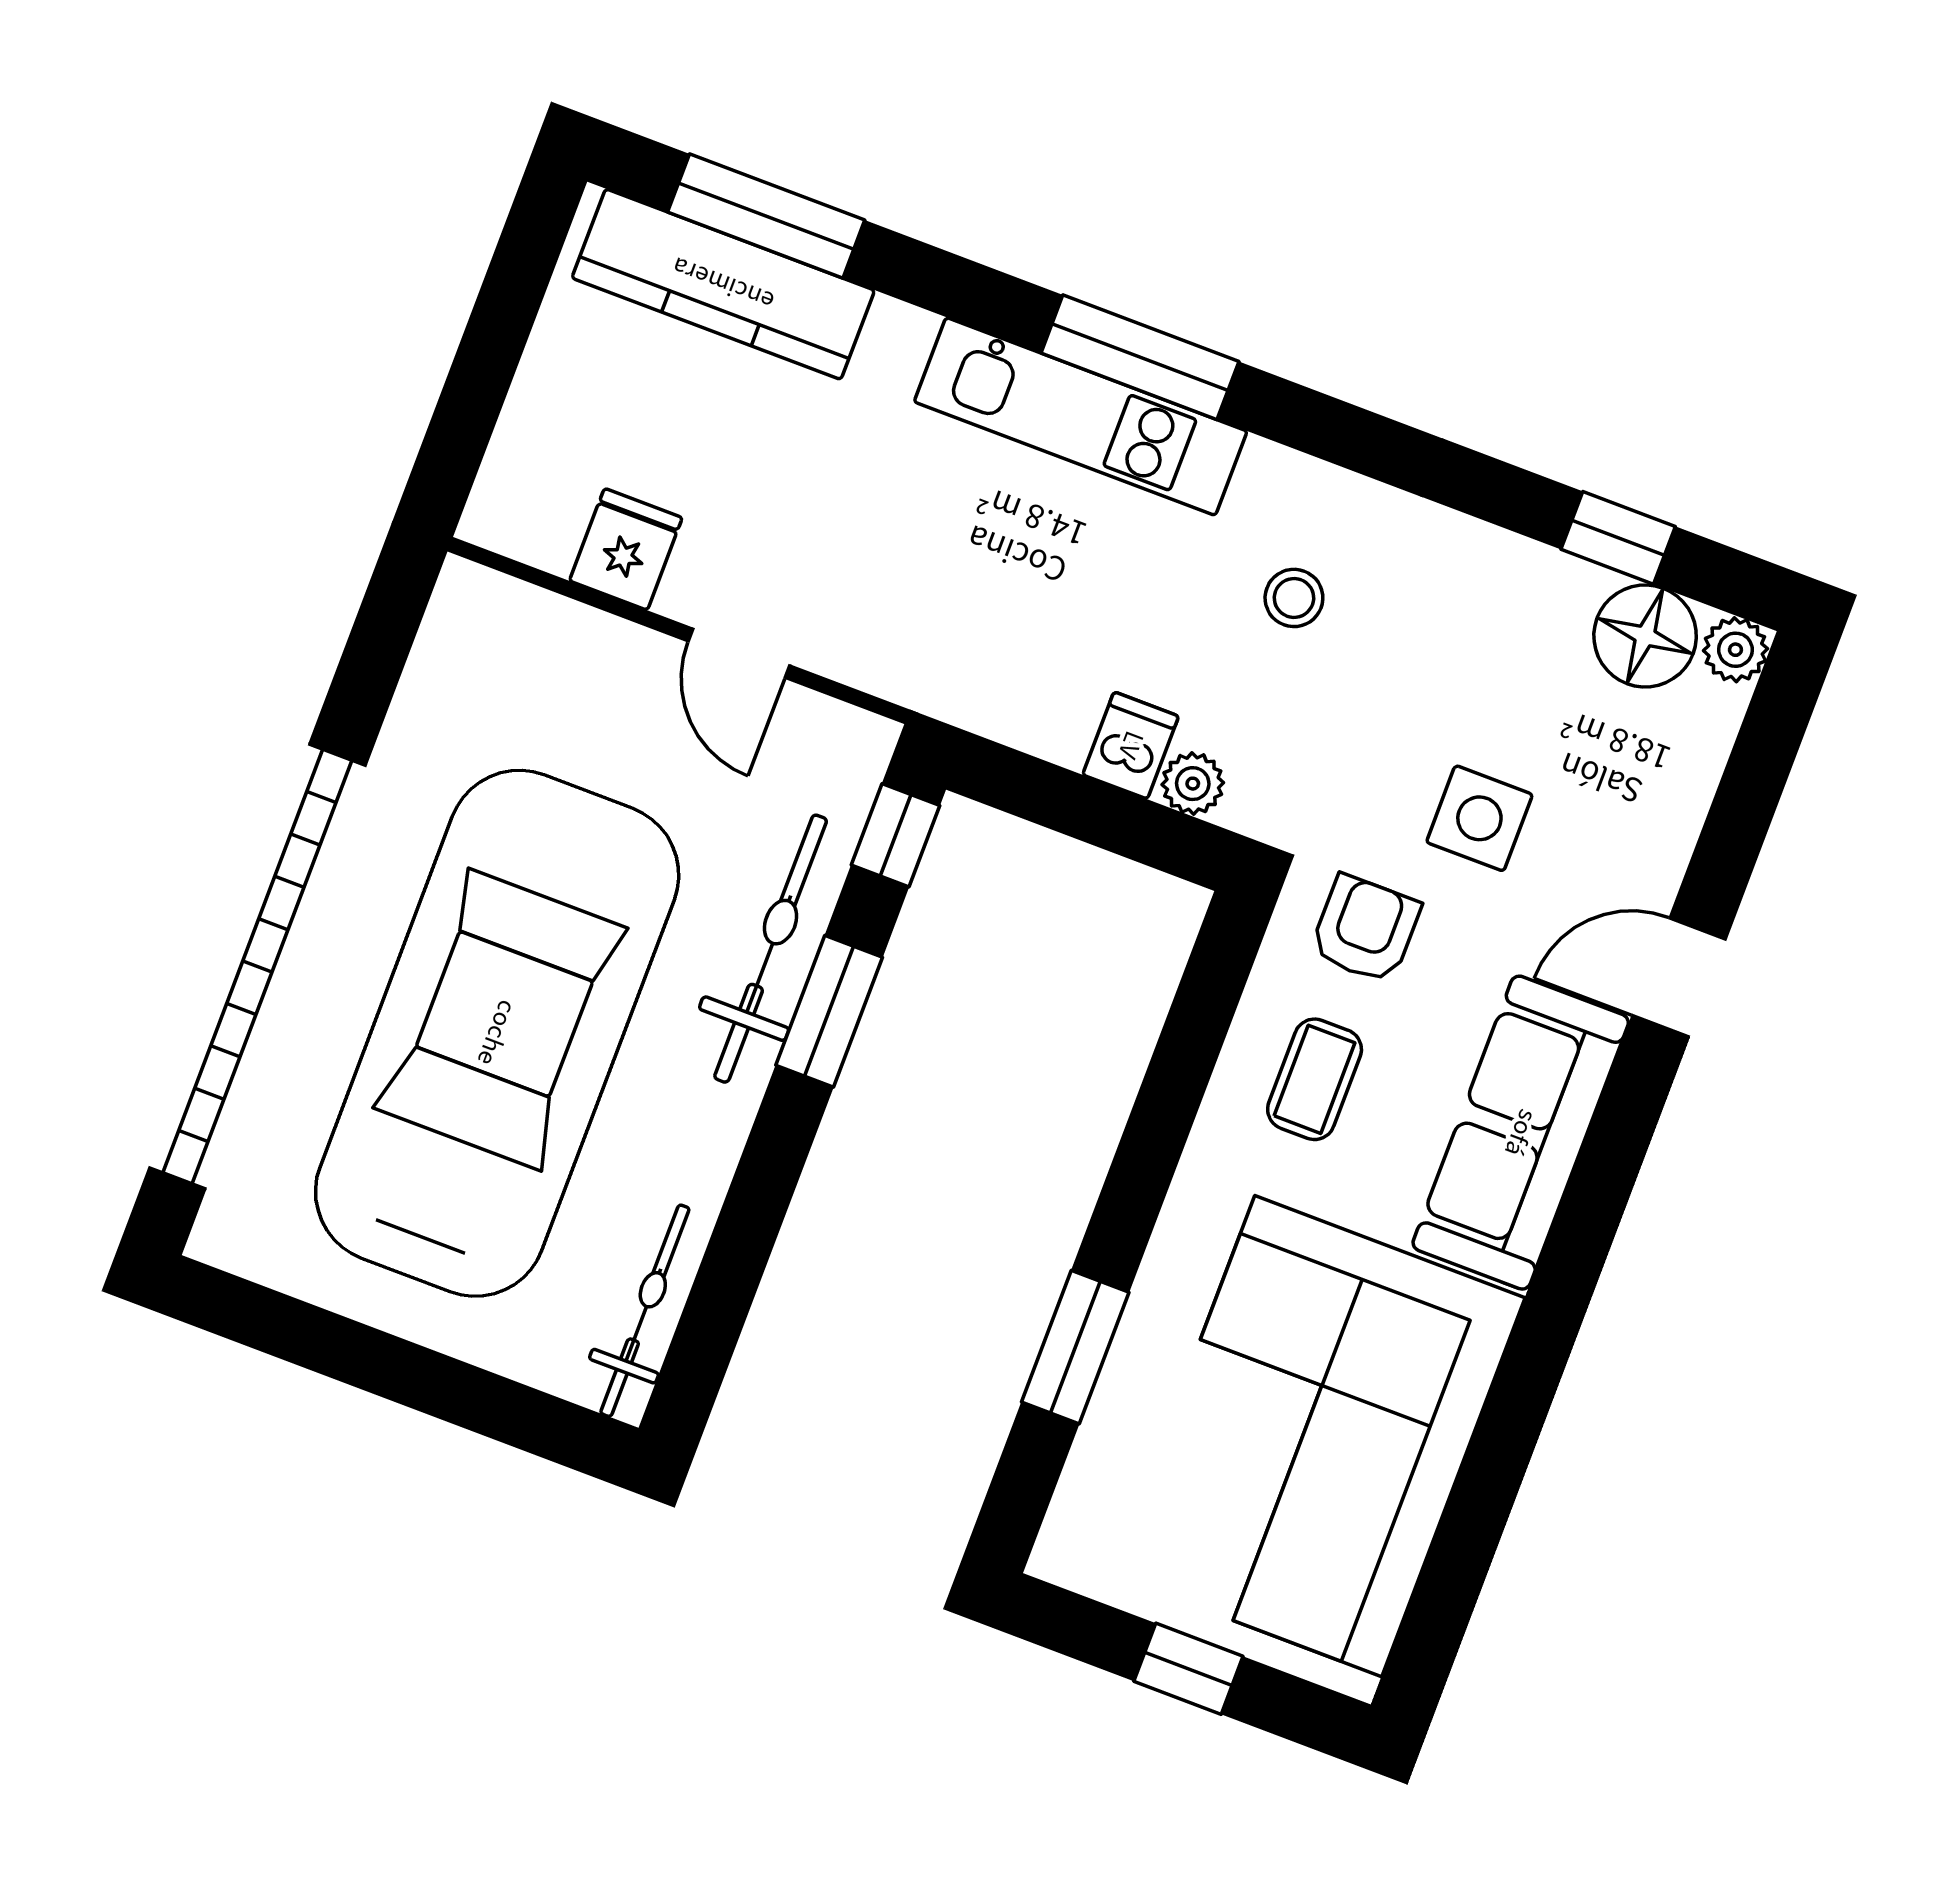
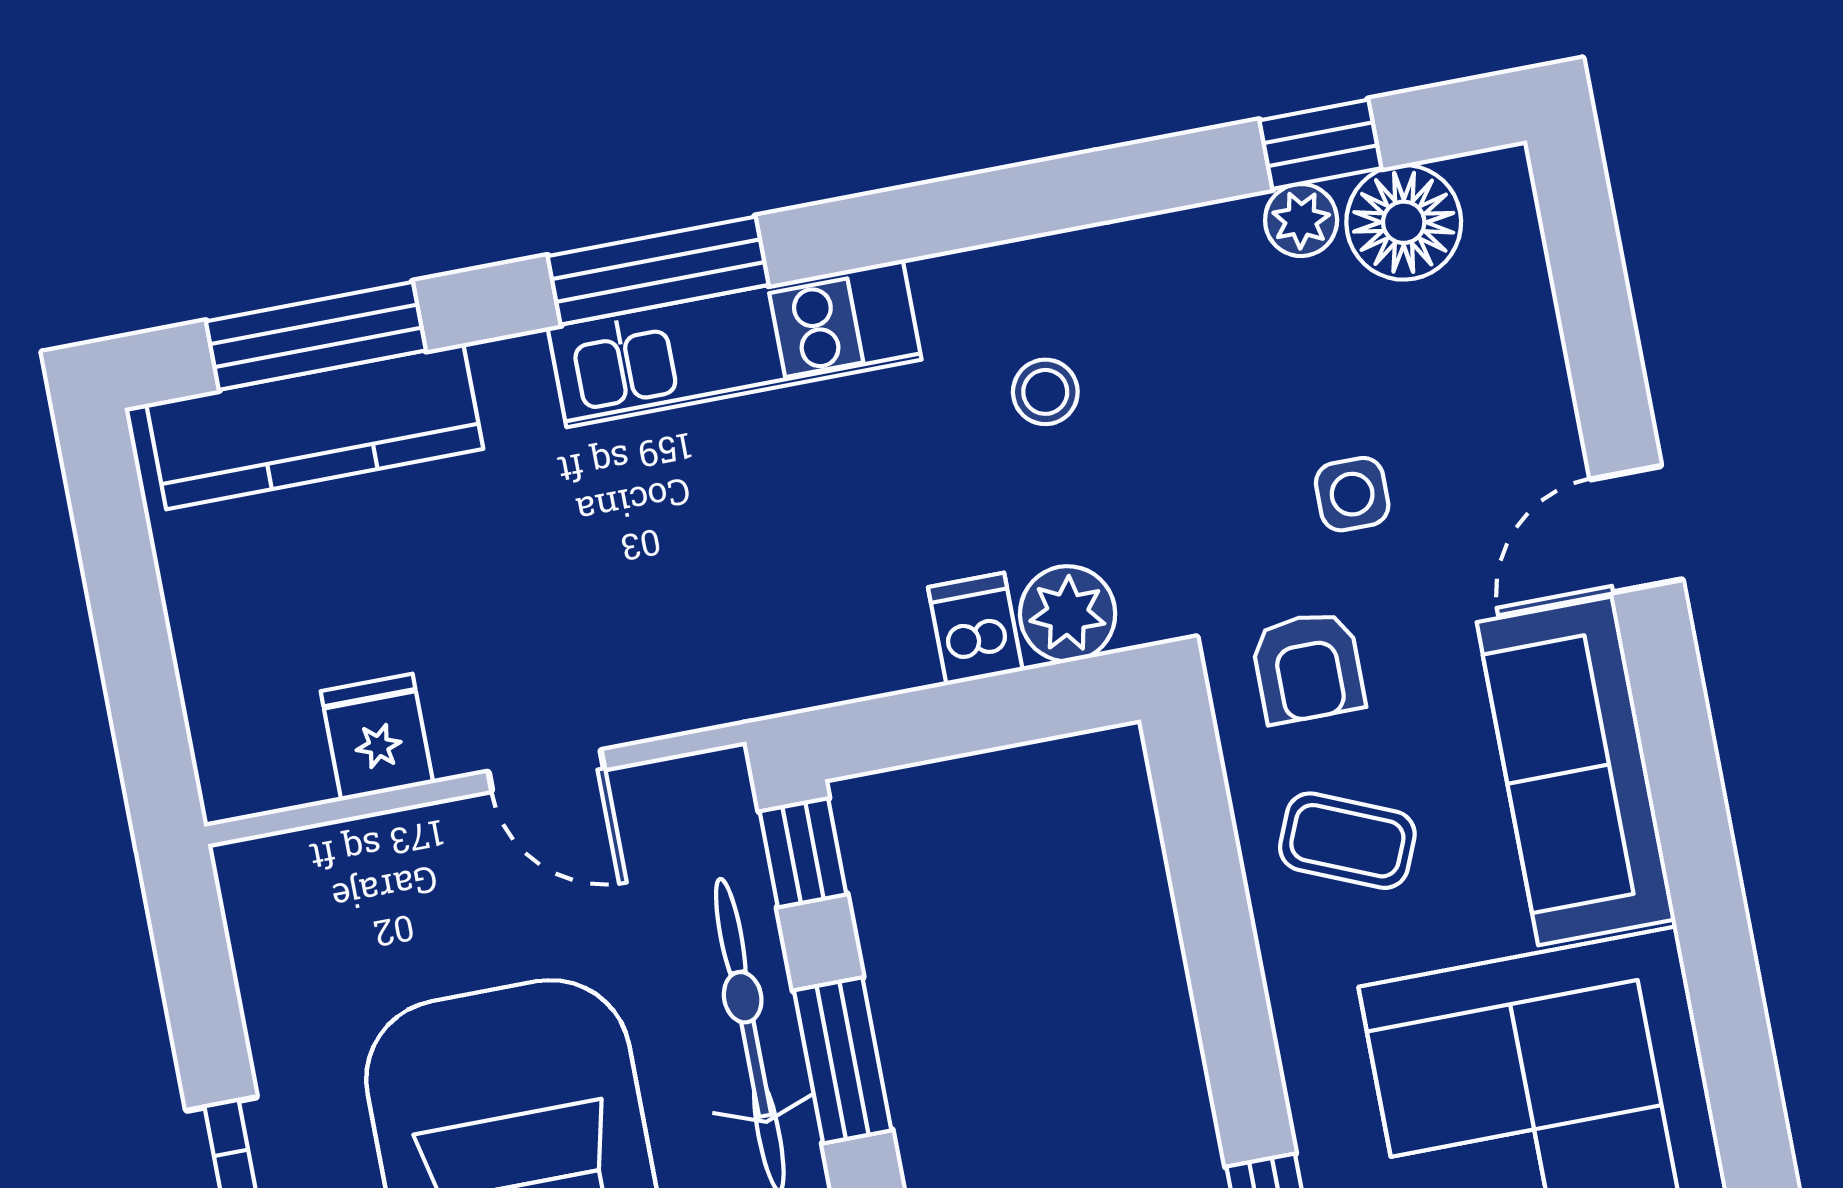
window: (1140, 357) -> (658, 271), moved
plant: (1735, 650) -> (1301, 220), moved
plant: (1193, 784) -> (1068, 614), width x1.38, depth x1.38
side table: (1479, 818) -> (1352, 494), width x0.73, depth x0.73
armchair: (1365, 929) -> (1308, 667), turned 180
coffee table: (1315, 1079) -> (1347, 841), turned -67

